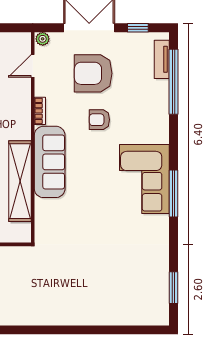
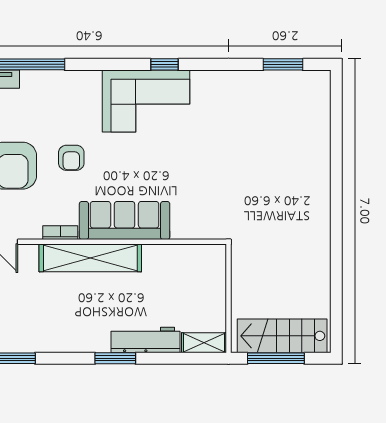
shelving: (20, 181) -> (90, 258), moved
window: (173, 194) -> (164, 64), width x0.46

